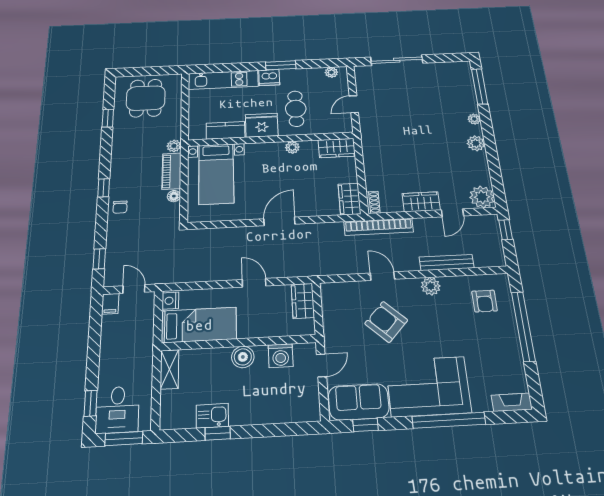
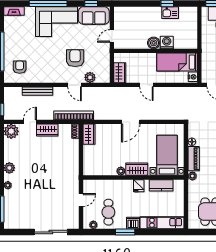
cafe table: (296, 109) -> (108, 212), moved
fridge: (262, 125) -> (139, 186), width x0.53, depth x0.75
wardrobe: (337, 148) -> (137, 169), moved
plant: (431, 286) -> (90, 77), moved
armchair: (386, 322) -> (75, 58), turned -133
washing machine: (281, 356) -> (167, 42), moved
shelving: (169, 369) -> (193, 38), removed

